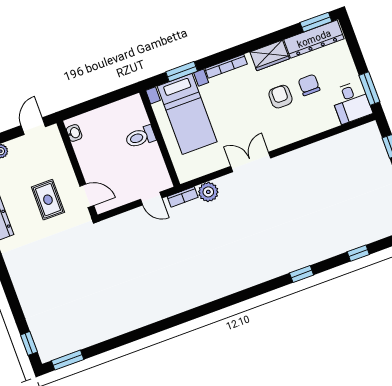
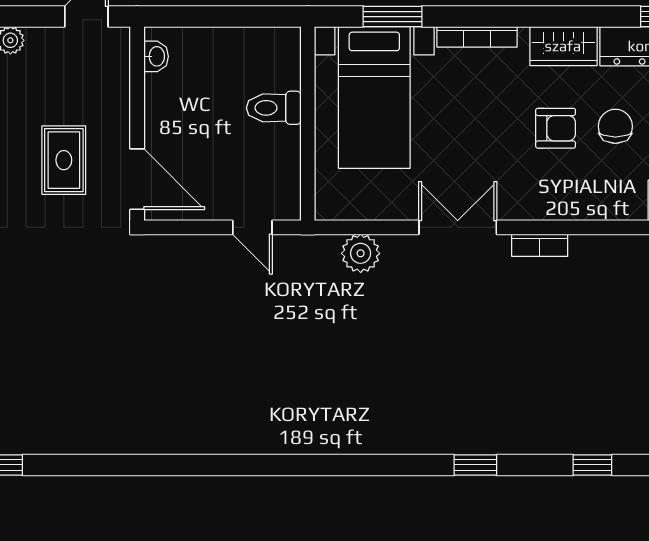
armchair: (280, 97) -> (556, 128), turned 90
door: (87, 196) -> (137, 179), width x1.38
bookcase: (183, 197) -> (540, 245), moved

